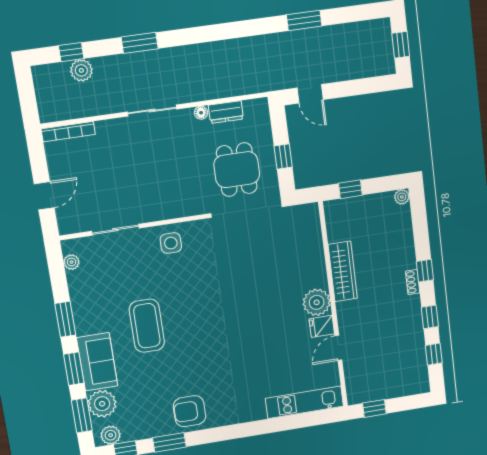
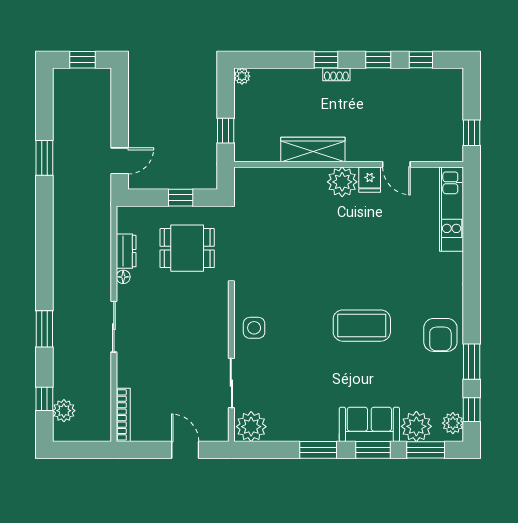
plant: (81, 70) -> (64, 411), moved
plant: (71, 262) -> (251, 427), width x1.88, depth x1.88
coffee table: (147, 326) -> (362, 326), moved

